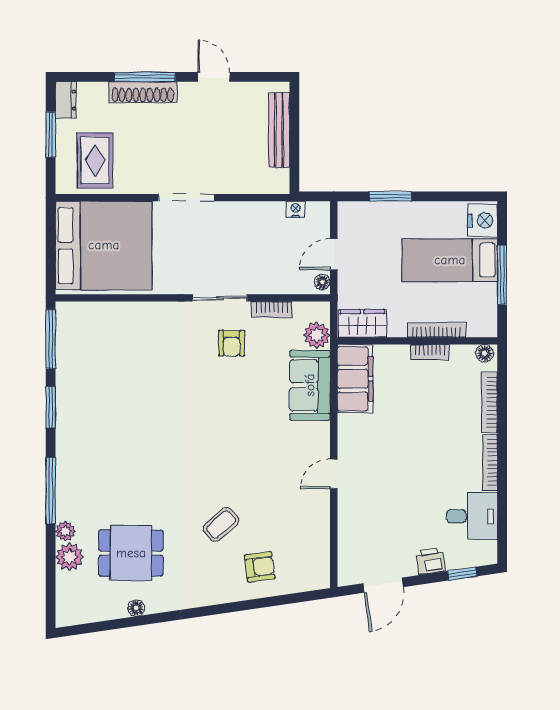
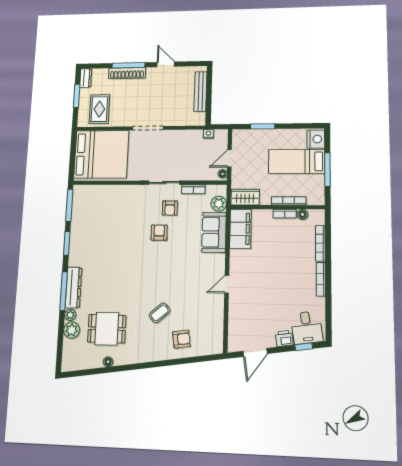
floor lamp: (485, 353) -> (302, 214), moved
armchair: (215, 387) -> (159, 233), added
dresser: (68, 484) -> (74, 287), added
desk: (472, 516) -> (307, 328), moved, turned 82

